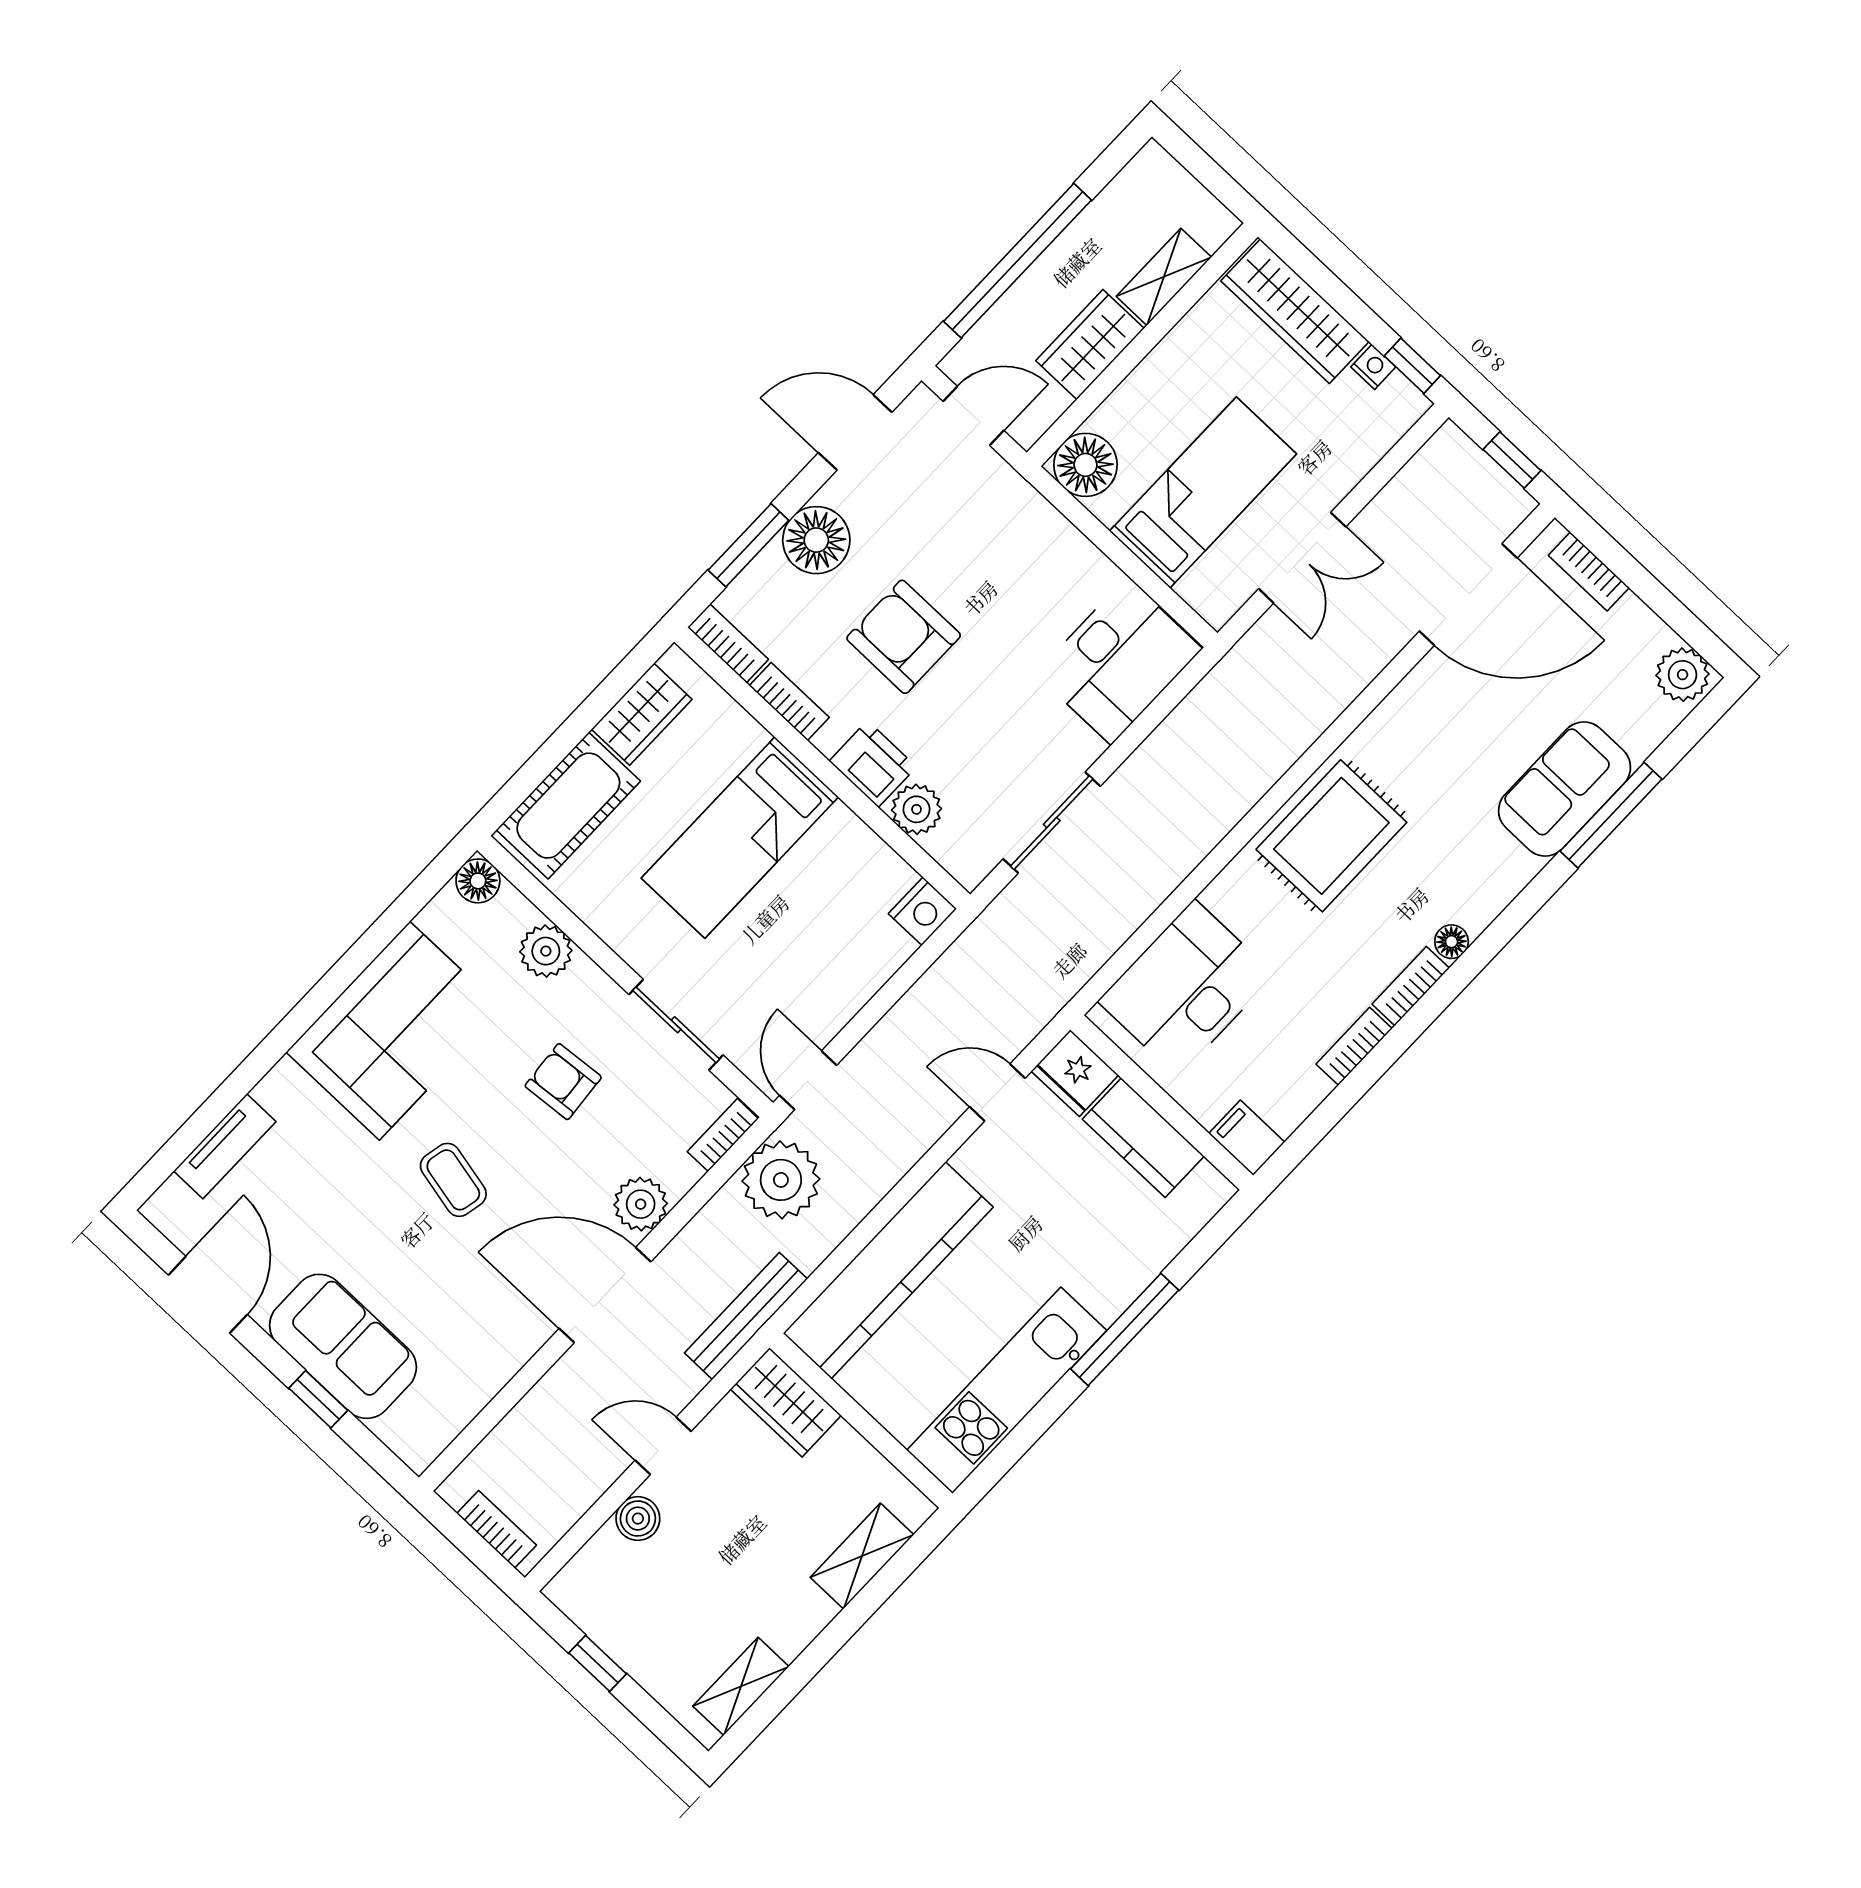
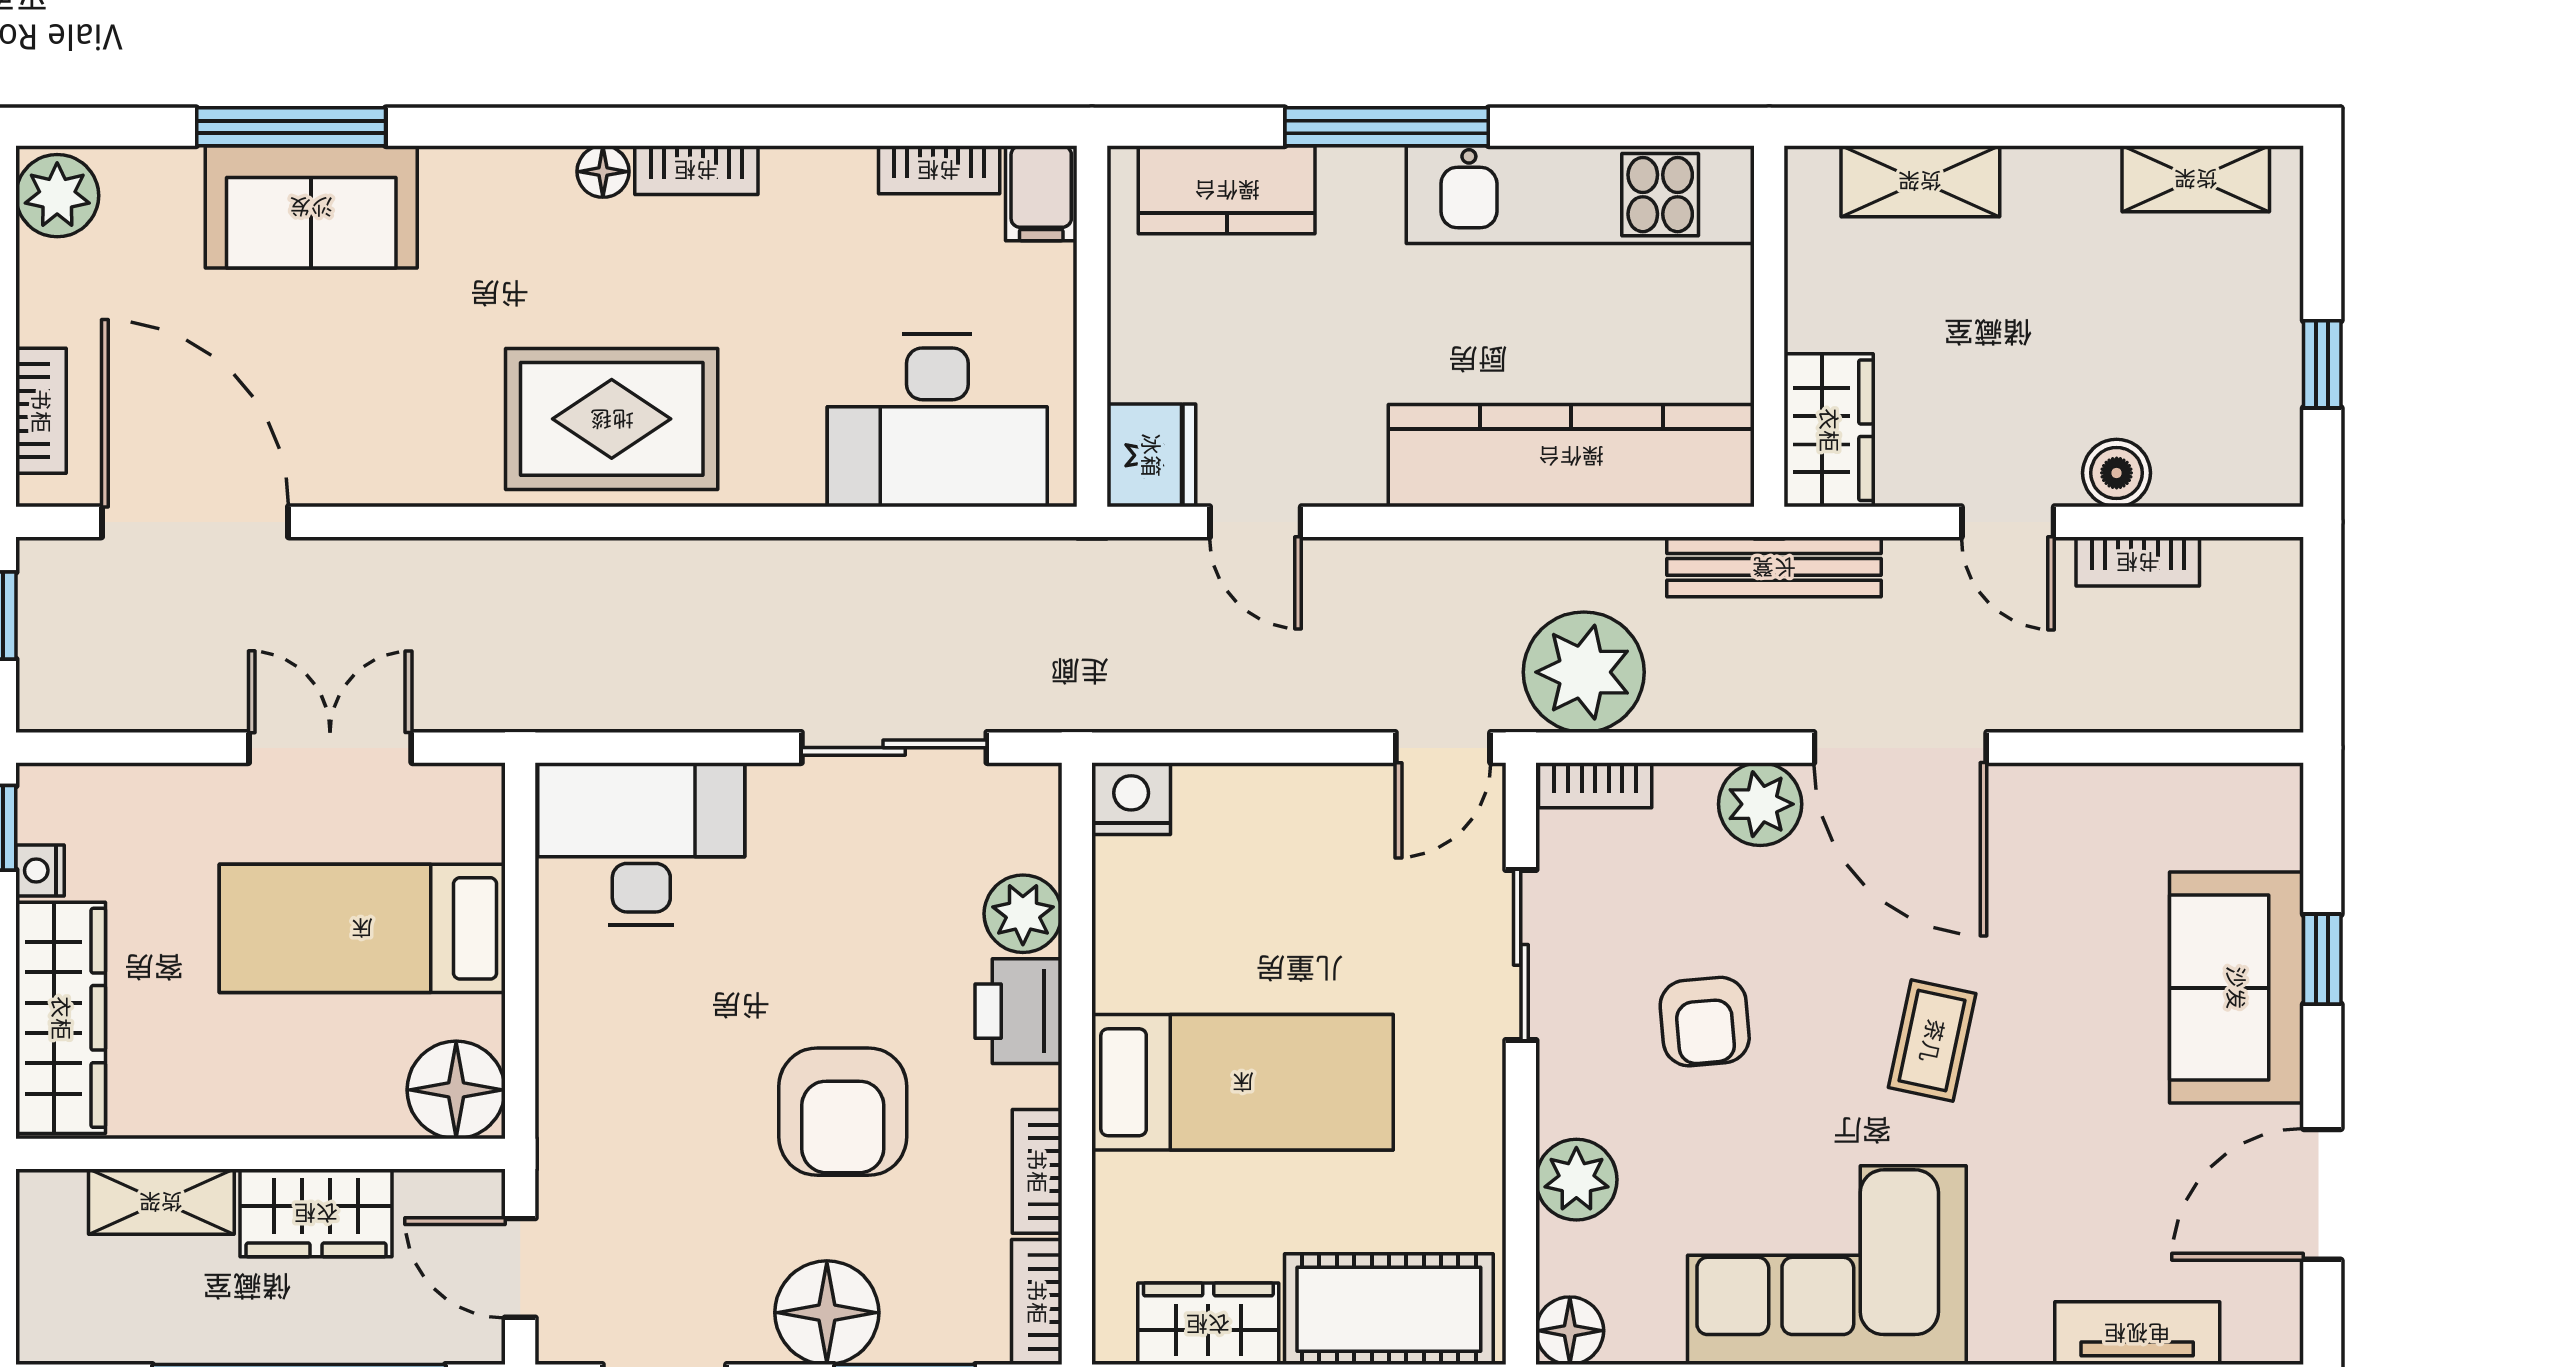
bookcase: (1354, 1046) -> (939, 170), moved
kitchen counter: (1143, 1138) -> (1227, 190), moved, turned 90
bookcase: (497, 1529) -> (2138, 562), moved, turned -90

